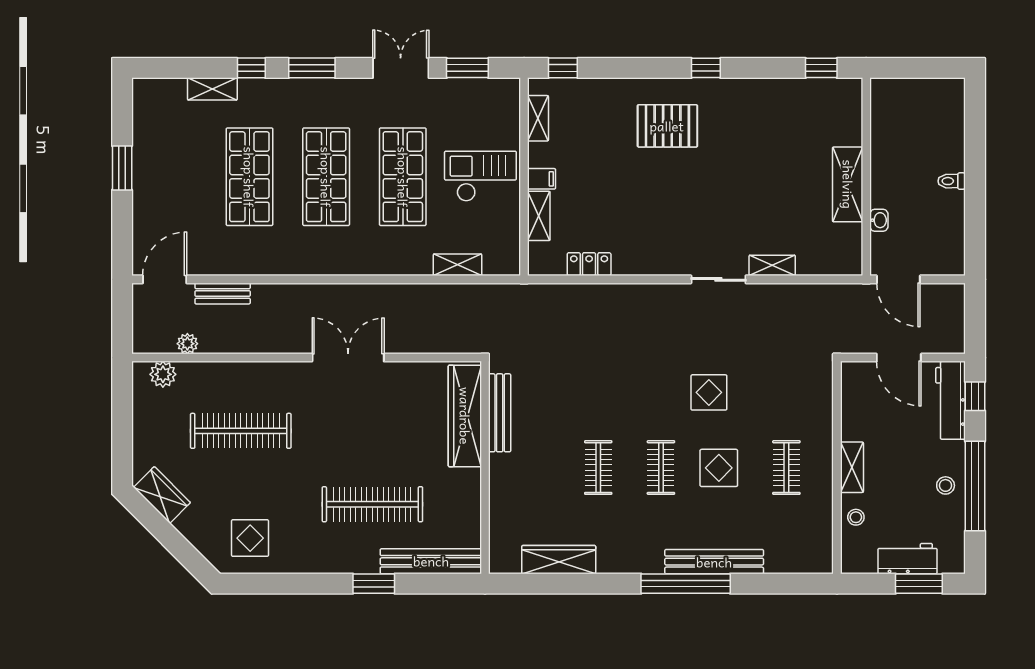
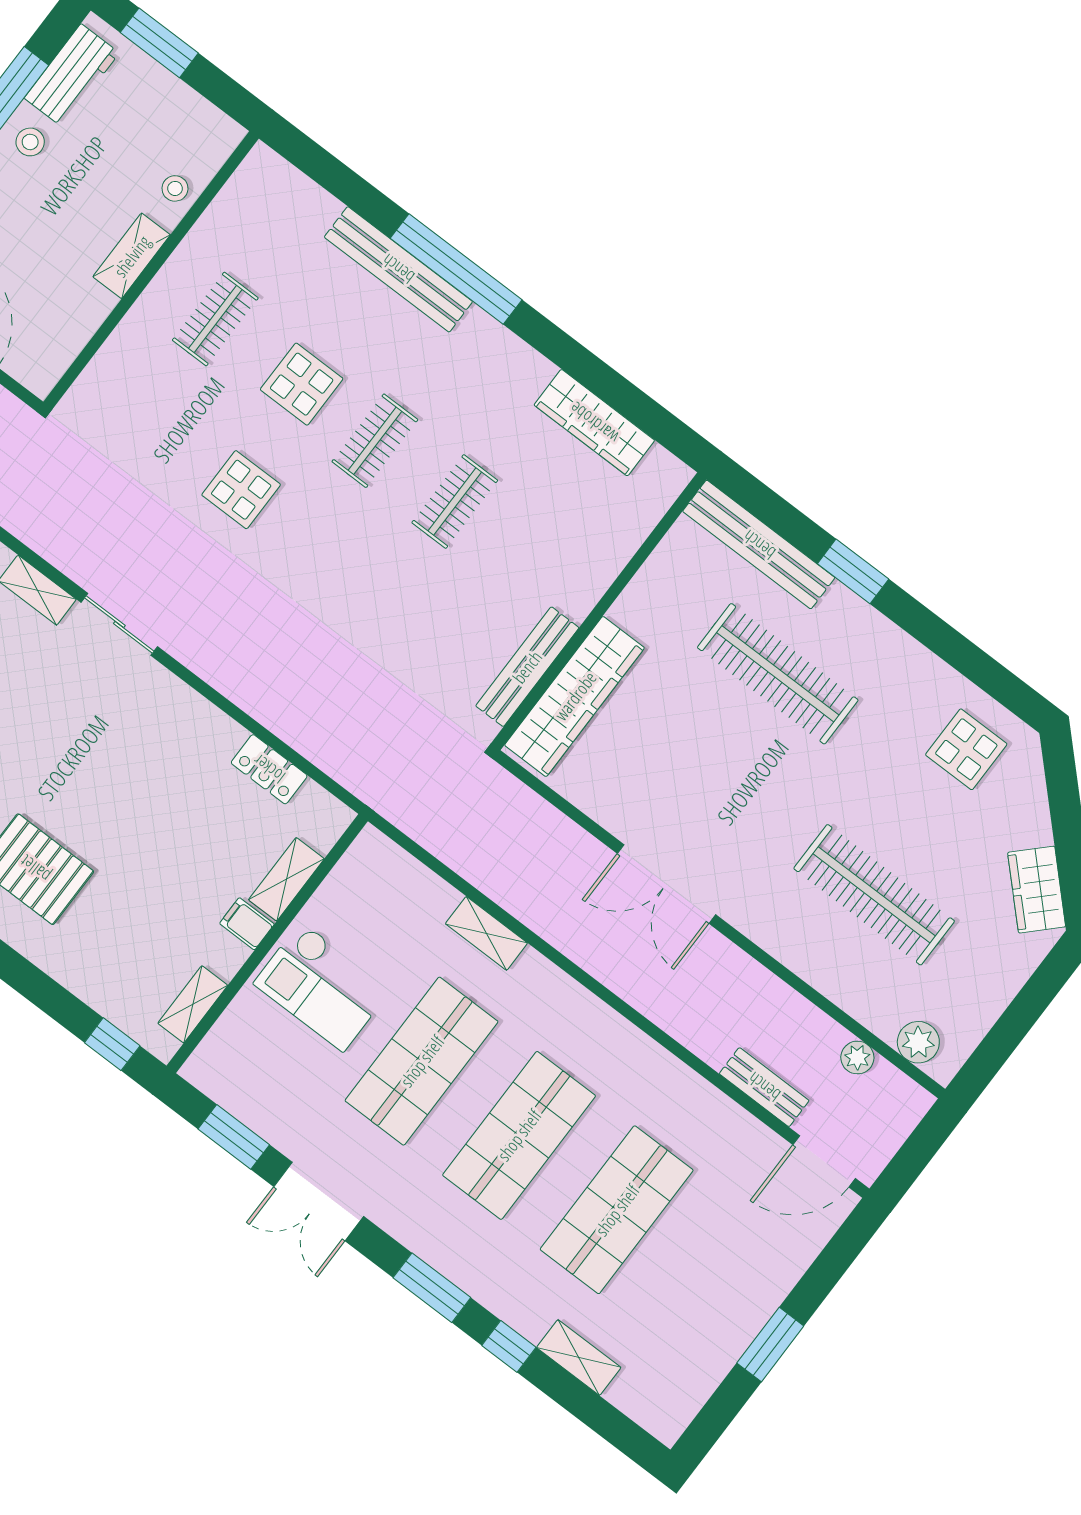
shelving: (457, 265) -> (486, 933), moved
workbench: (908, 559) -> (72, 75), moved, turned -90

